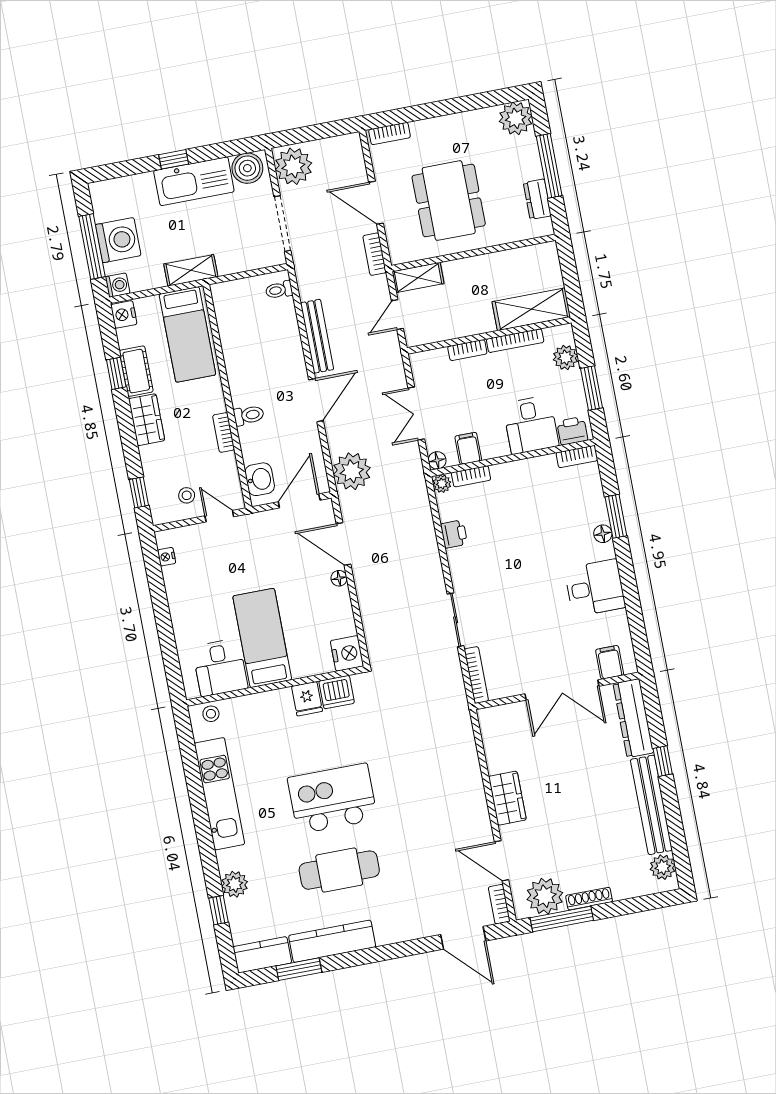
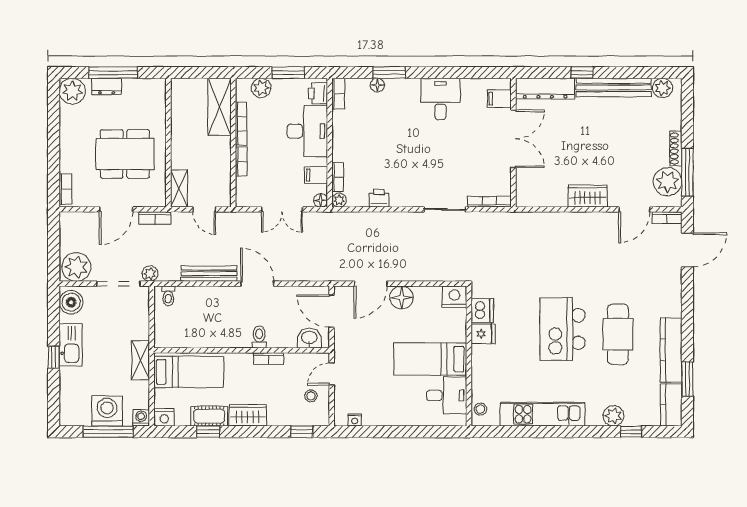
kitchen sink: (194, 181) -> (71, 345), width x0.73, depth x0.81
dresser: (537, 199) -> (107, 86), moved
desk: (531, 425) -> (307, 131), width x1.37
plant: (352, 471) -> (150, 274), moved, width x0.53, depth x0.53
floor lamp: (603, 534) -> (377, 85), moved
floor lamp: (339, 578) -> (402, 297), width x1.89, depth x1.89

